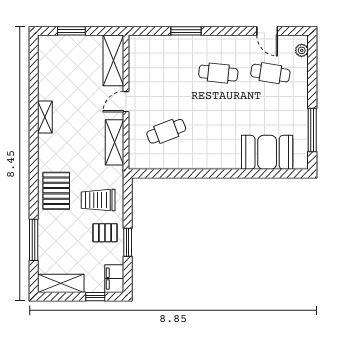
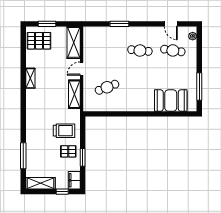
pallet: (56, 191) -> (39, 41), moved, turned 90
trolley: (98, 200) -> (64, 131), turned 180

